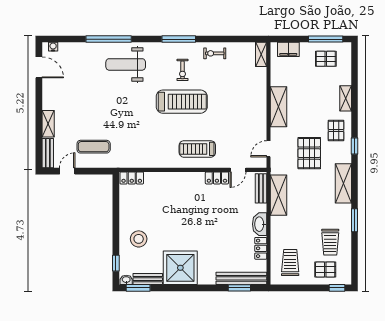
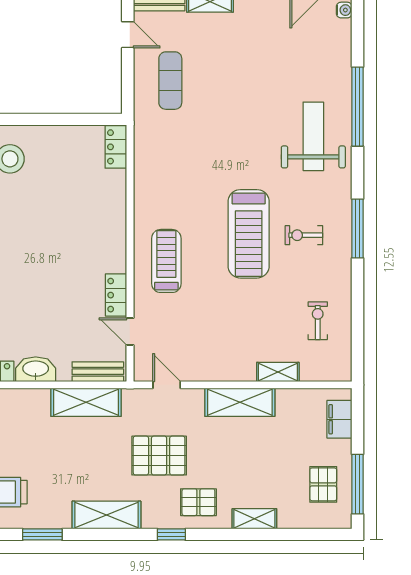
exercise bike: (215, 53) -> (318, 321), moved
shelving: (261, 54) -> (278, 372), moved

